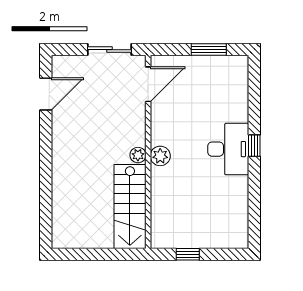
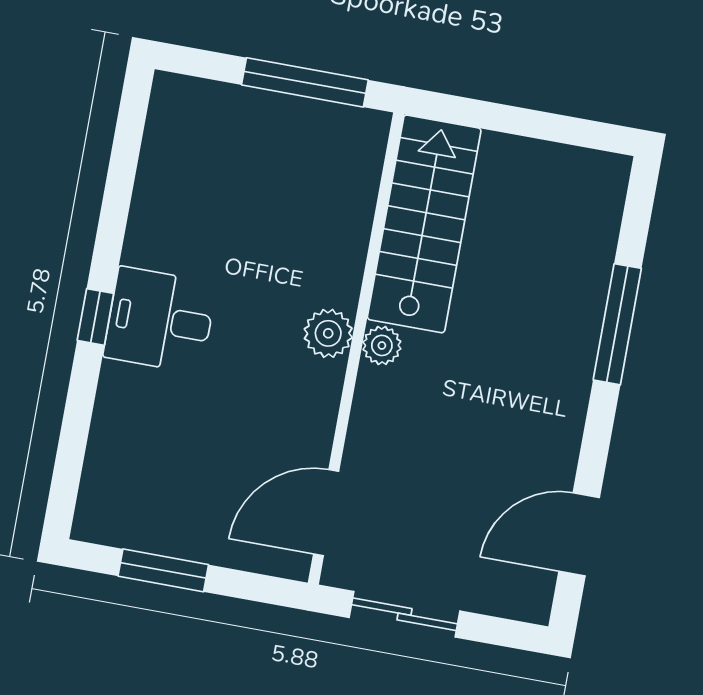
desk: (228, 149) -> (160, 320), width x0.73
window: (46, 181) -> (617, 324), added
window: (188, 254) -> (305, 82), width x2.17

